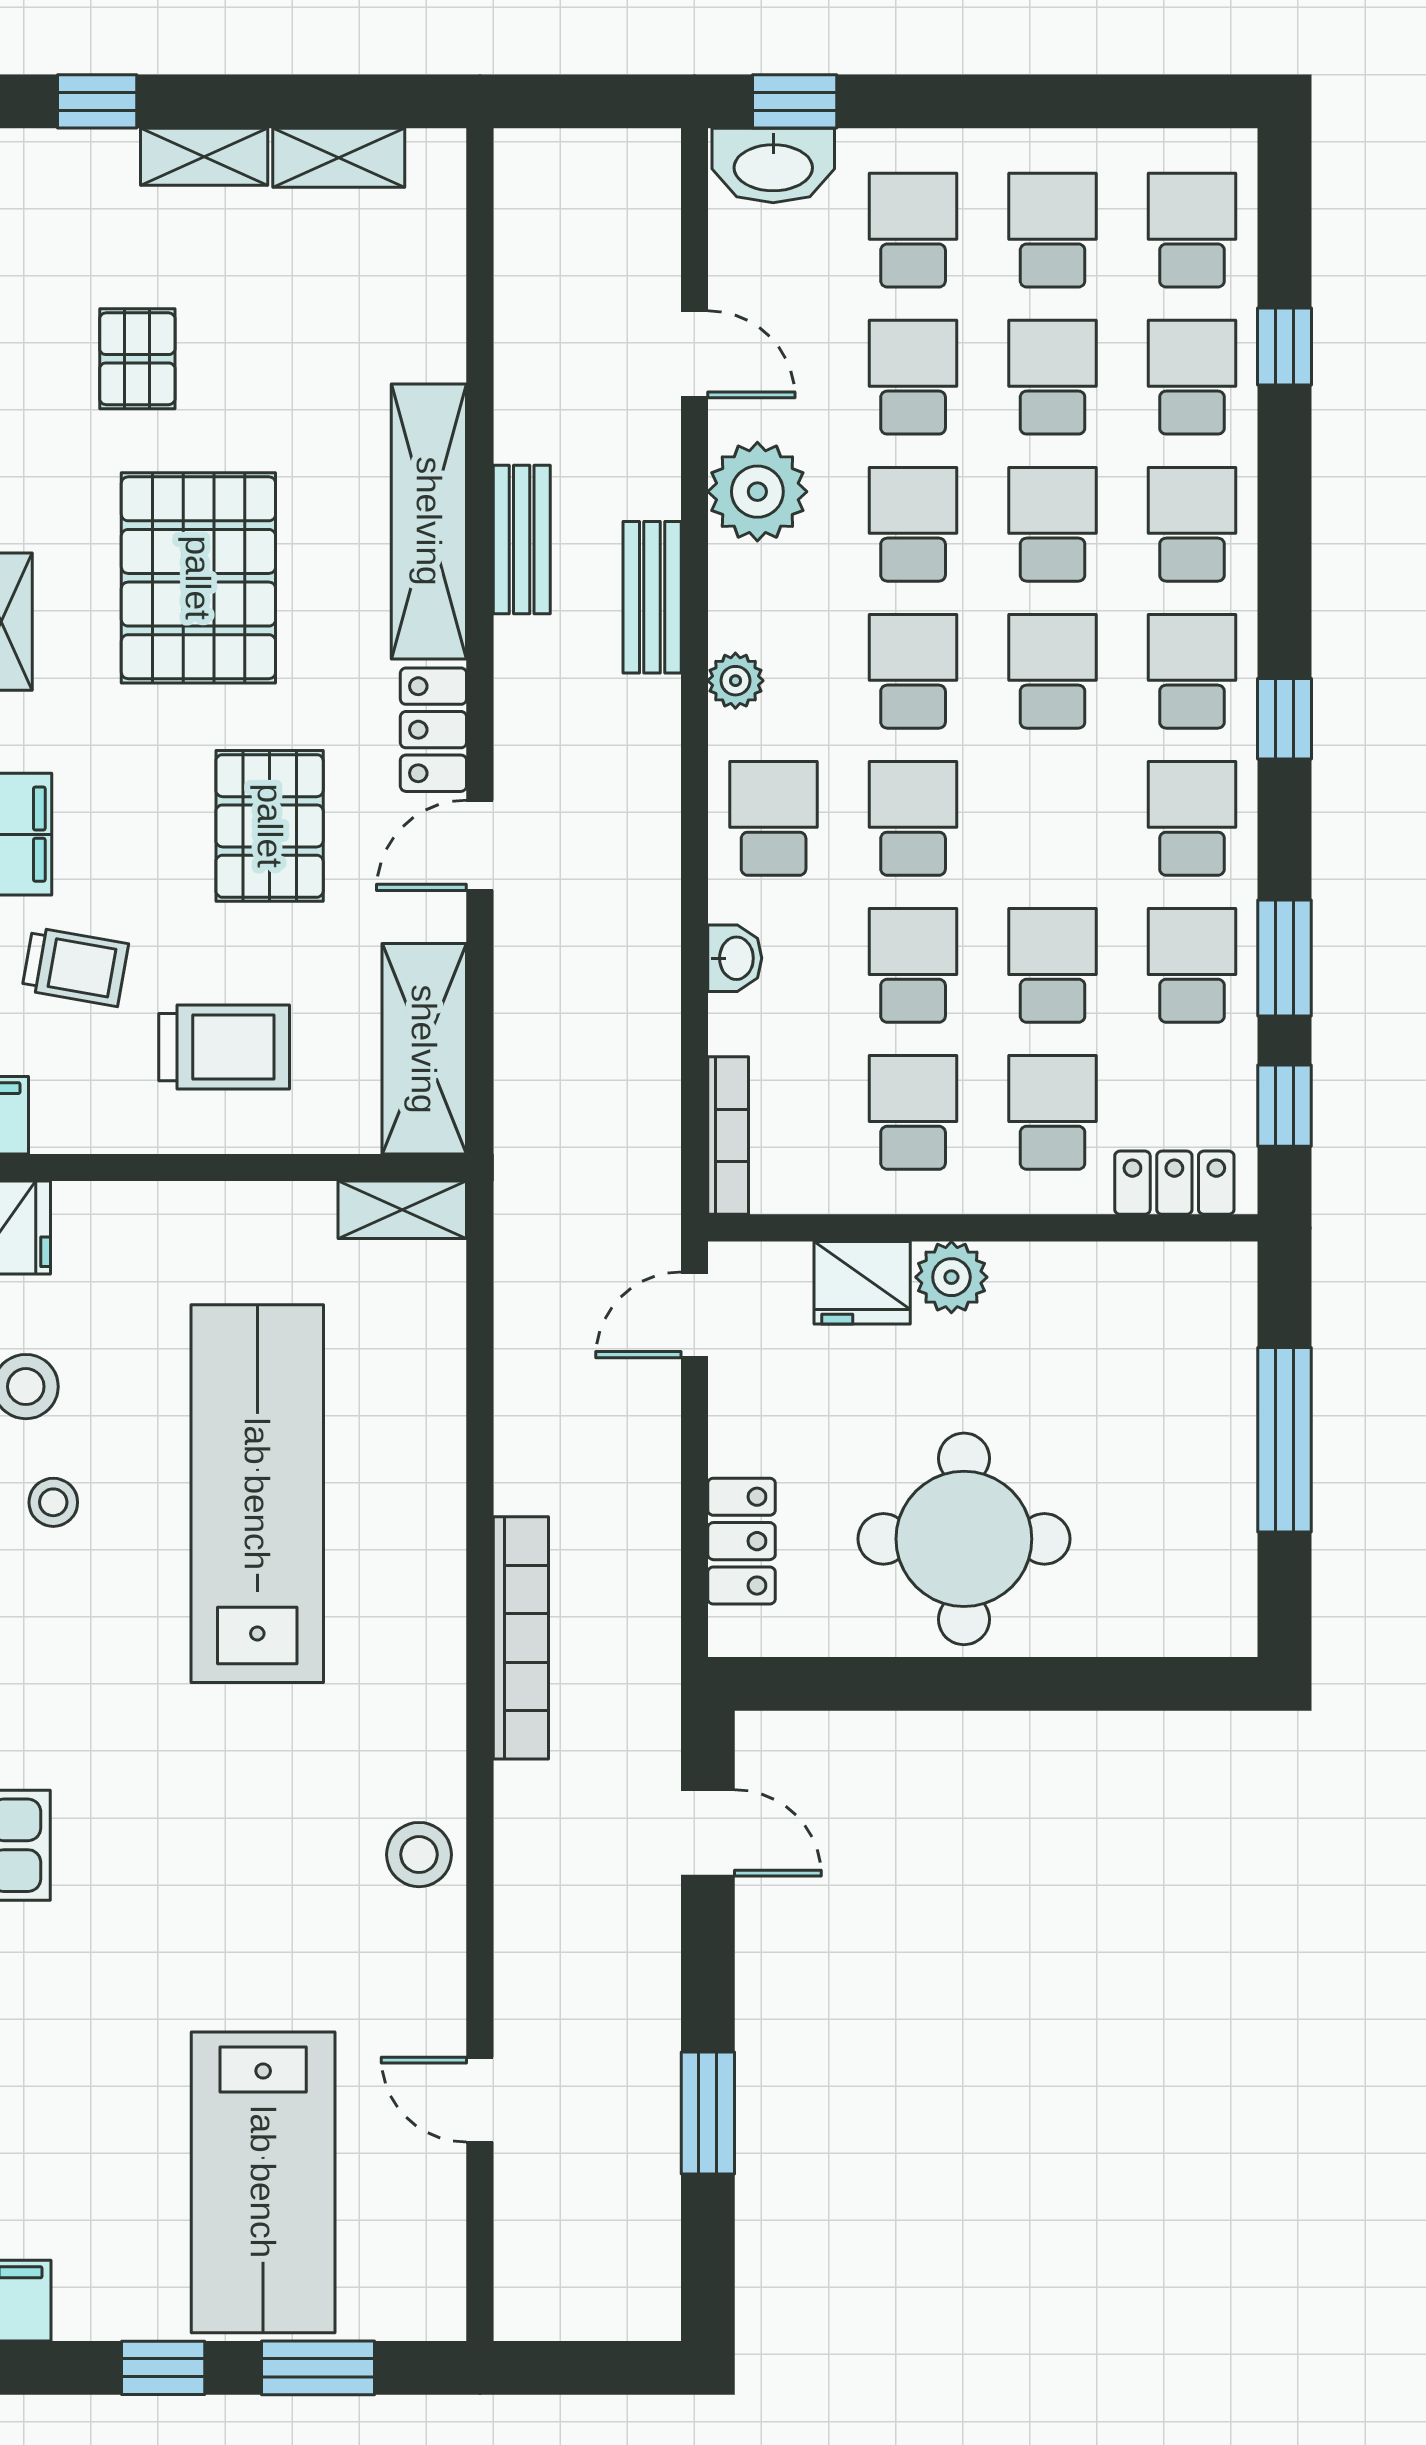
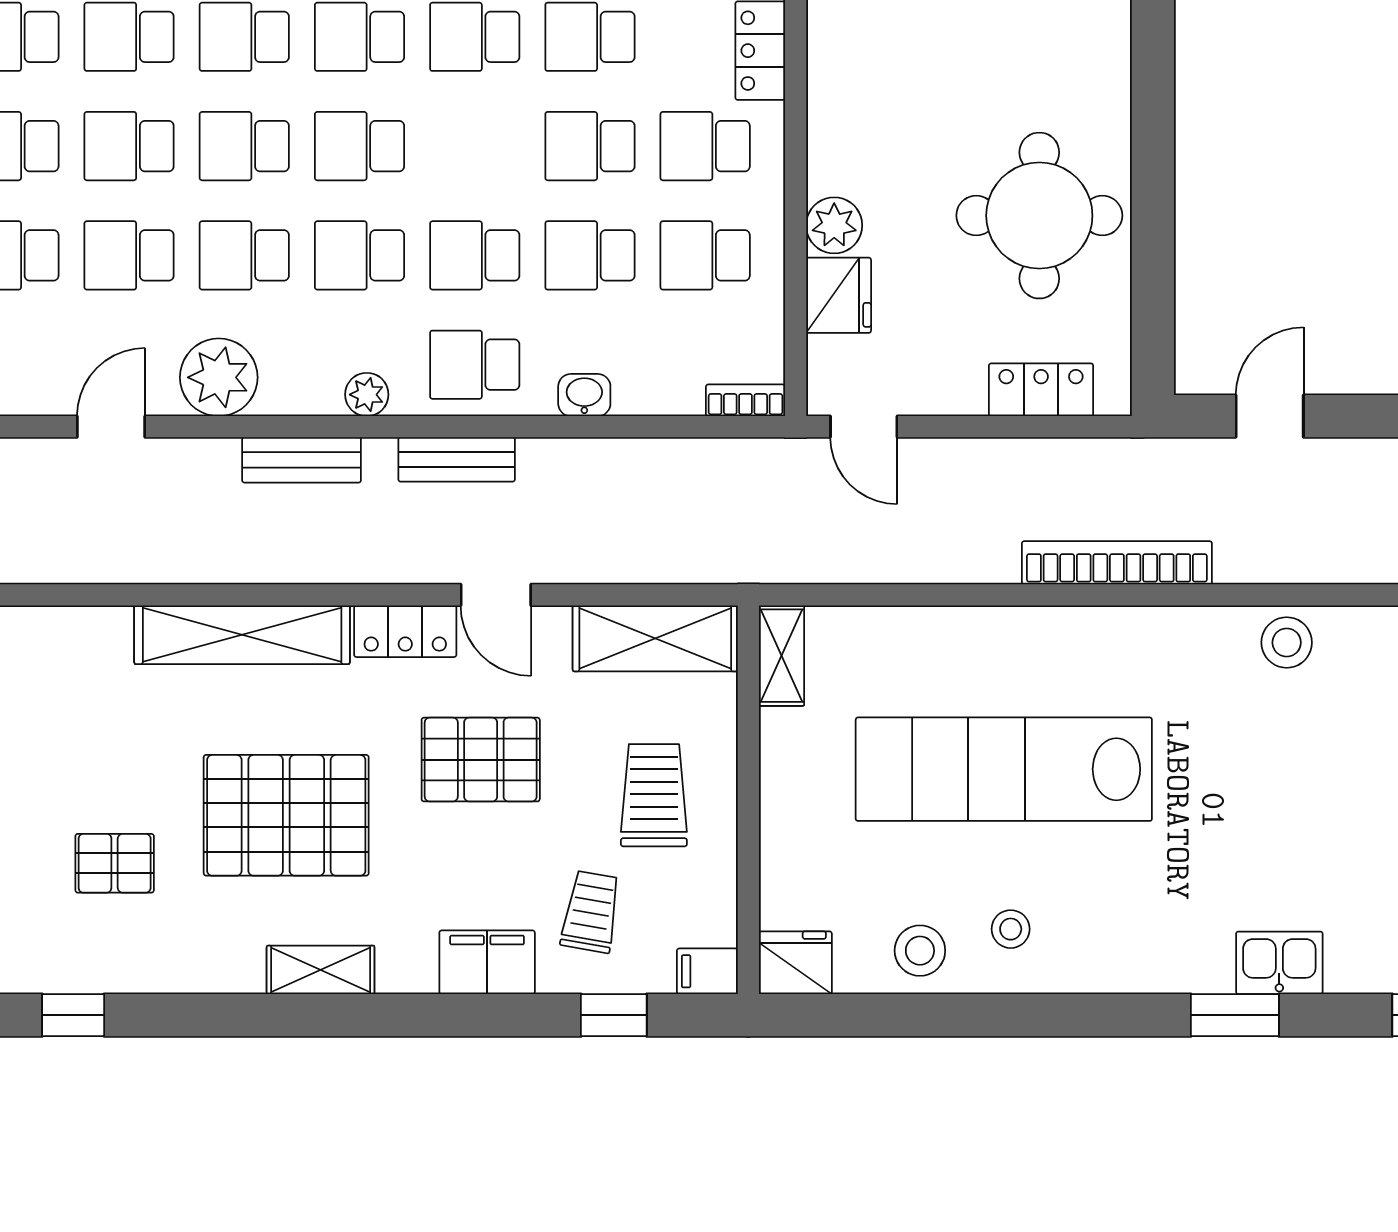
bench: (522, 540) -> (457, 459), moved
bookcase: (728, 1136) -> (746, 400), width x0.64

